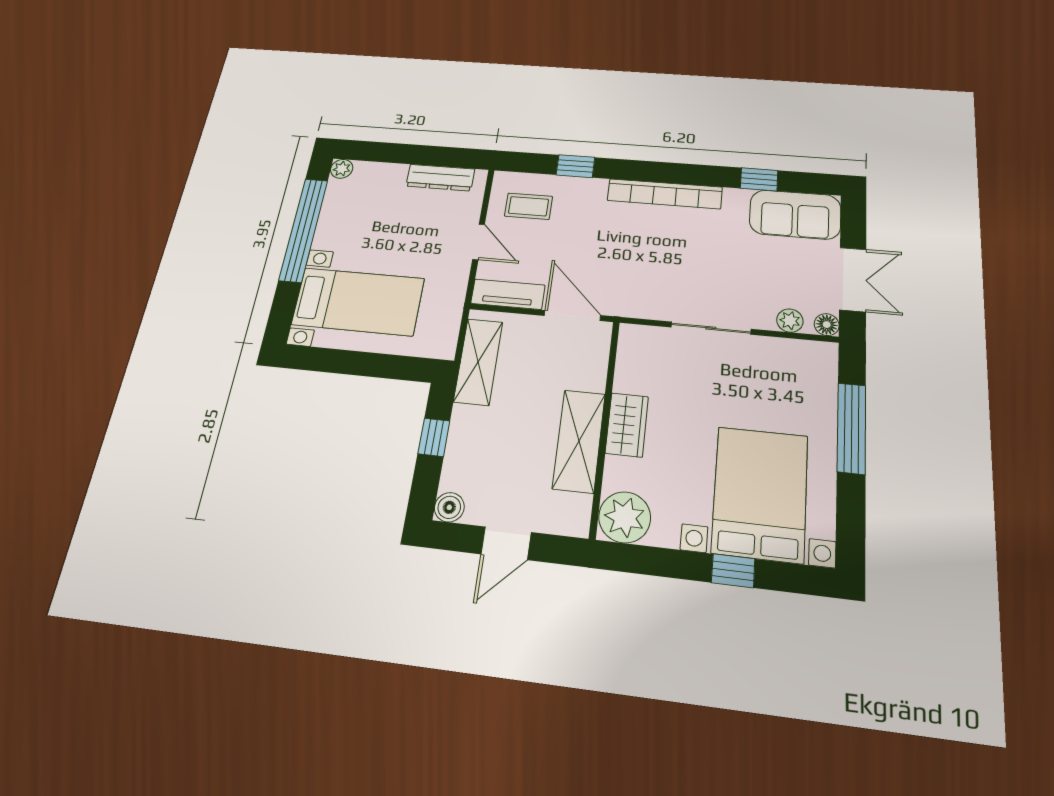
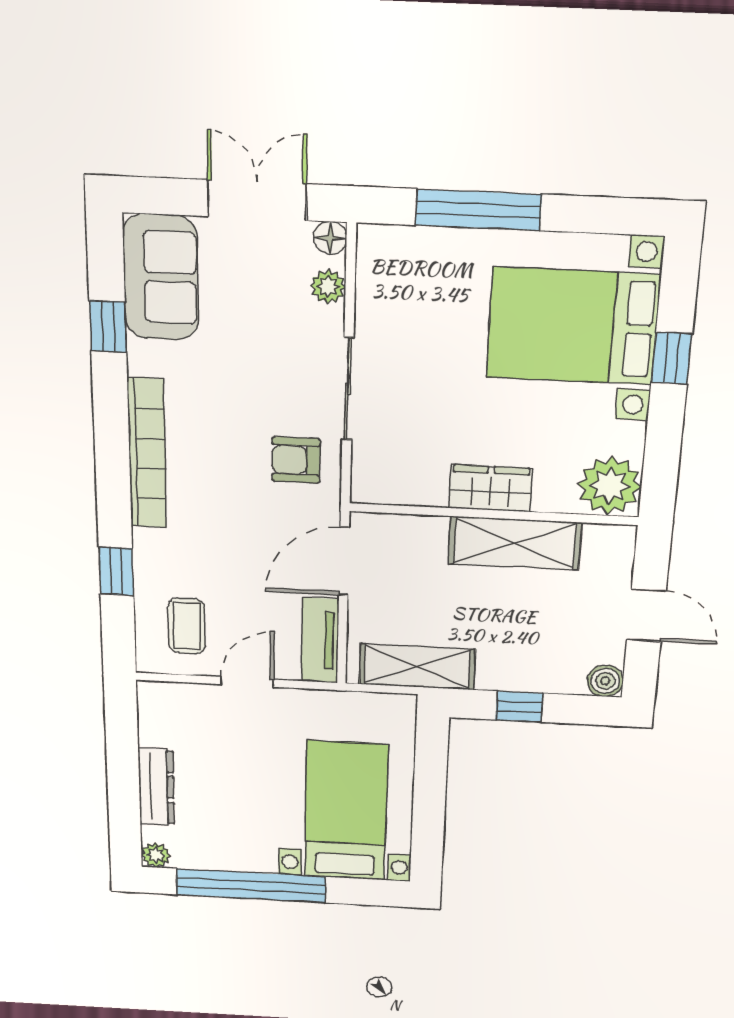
dresser: (440, 178) -> (156, 787), moved
armchair: (656, 289) -> (296, 460), added

